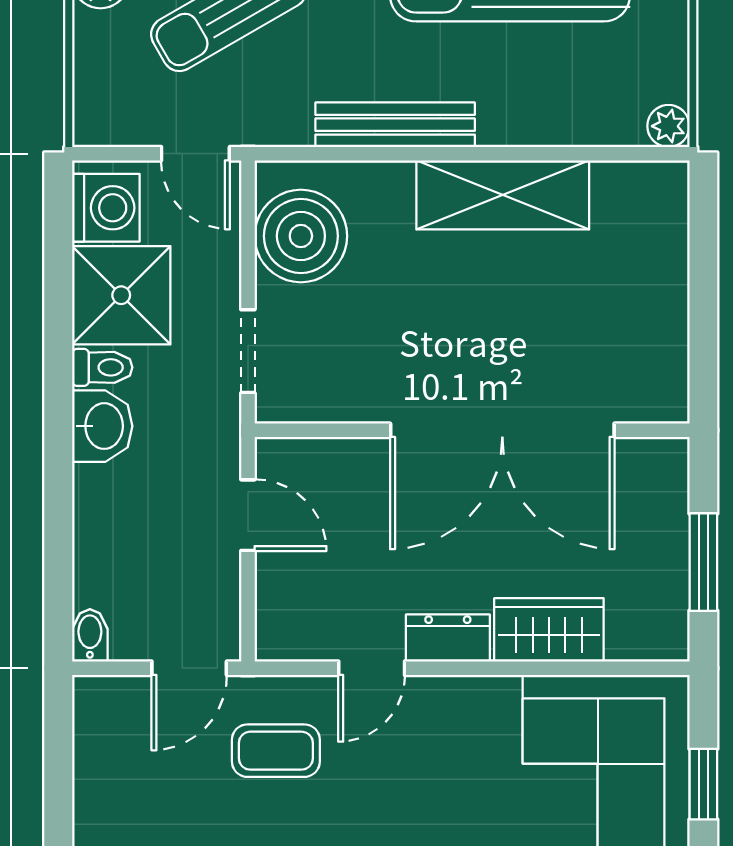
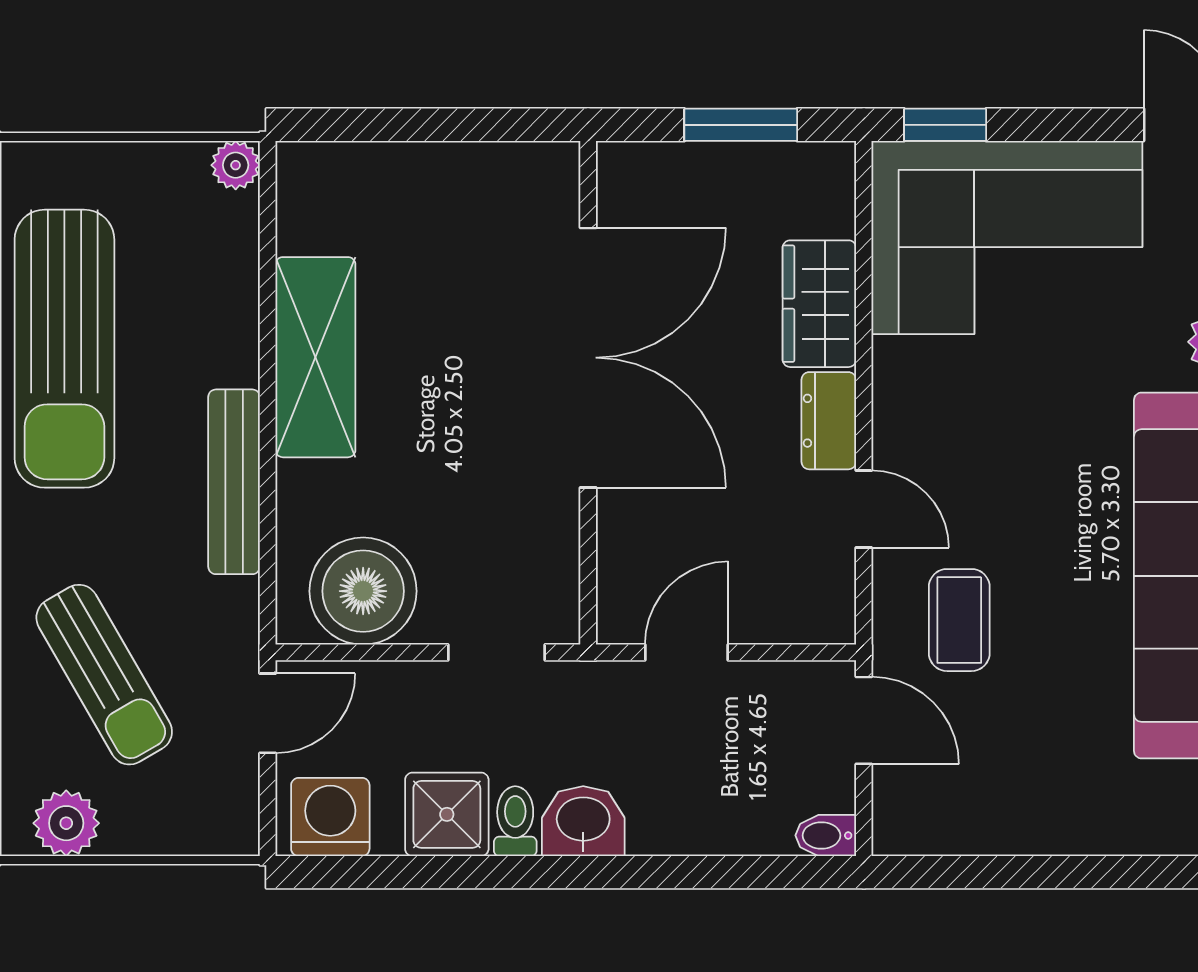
shower: (121, 295) -> (447, 814), width x0.73, depth x0.73
window: (703, 784) -> (945, 125), moved

